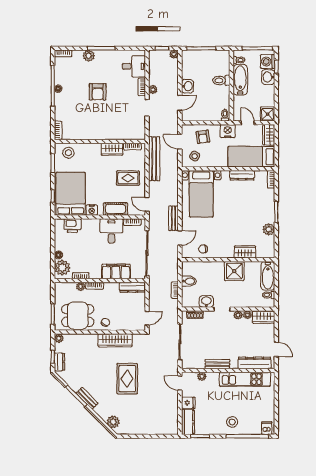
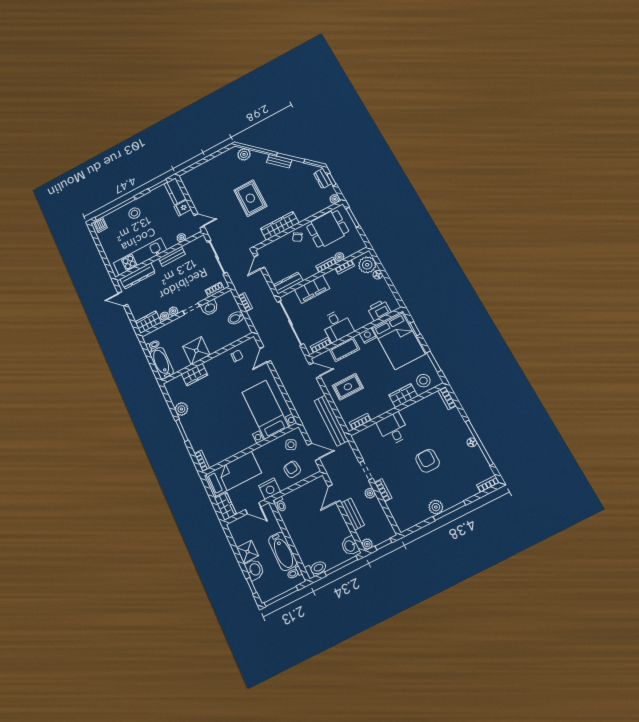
plant: (89, 56) -> (436, 507), moved
washing machine: (268, 61) -> (263, 587), removed
desk: (134, 66) -> (393, 429), moved, turned 90
toilet: (221, 80) -> (316, 569), moved
washbasin: (187, 86) -> (350, 546), moved
shower: (268, 114) -> (247, 552), moved
wardrobe: (112, 149) -> (403, 396), moved
dresser: (242, 175) -> (233, 450), removed
bench: (173, 218) -> (353, 514), moved

